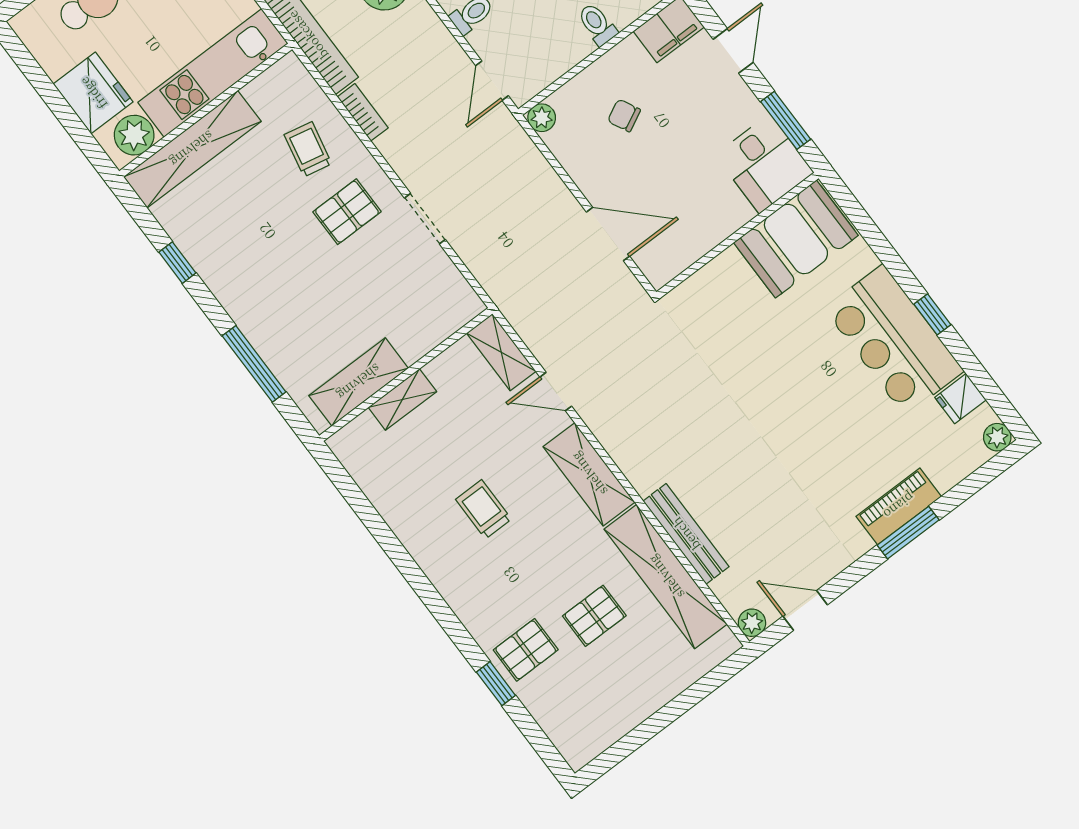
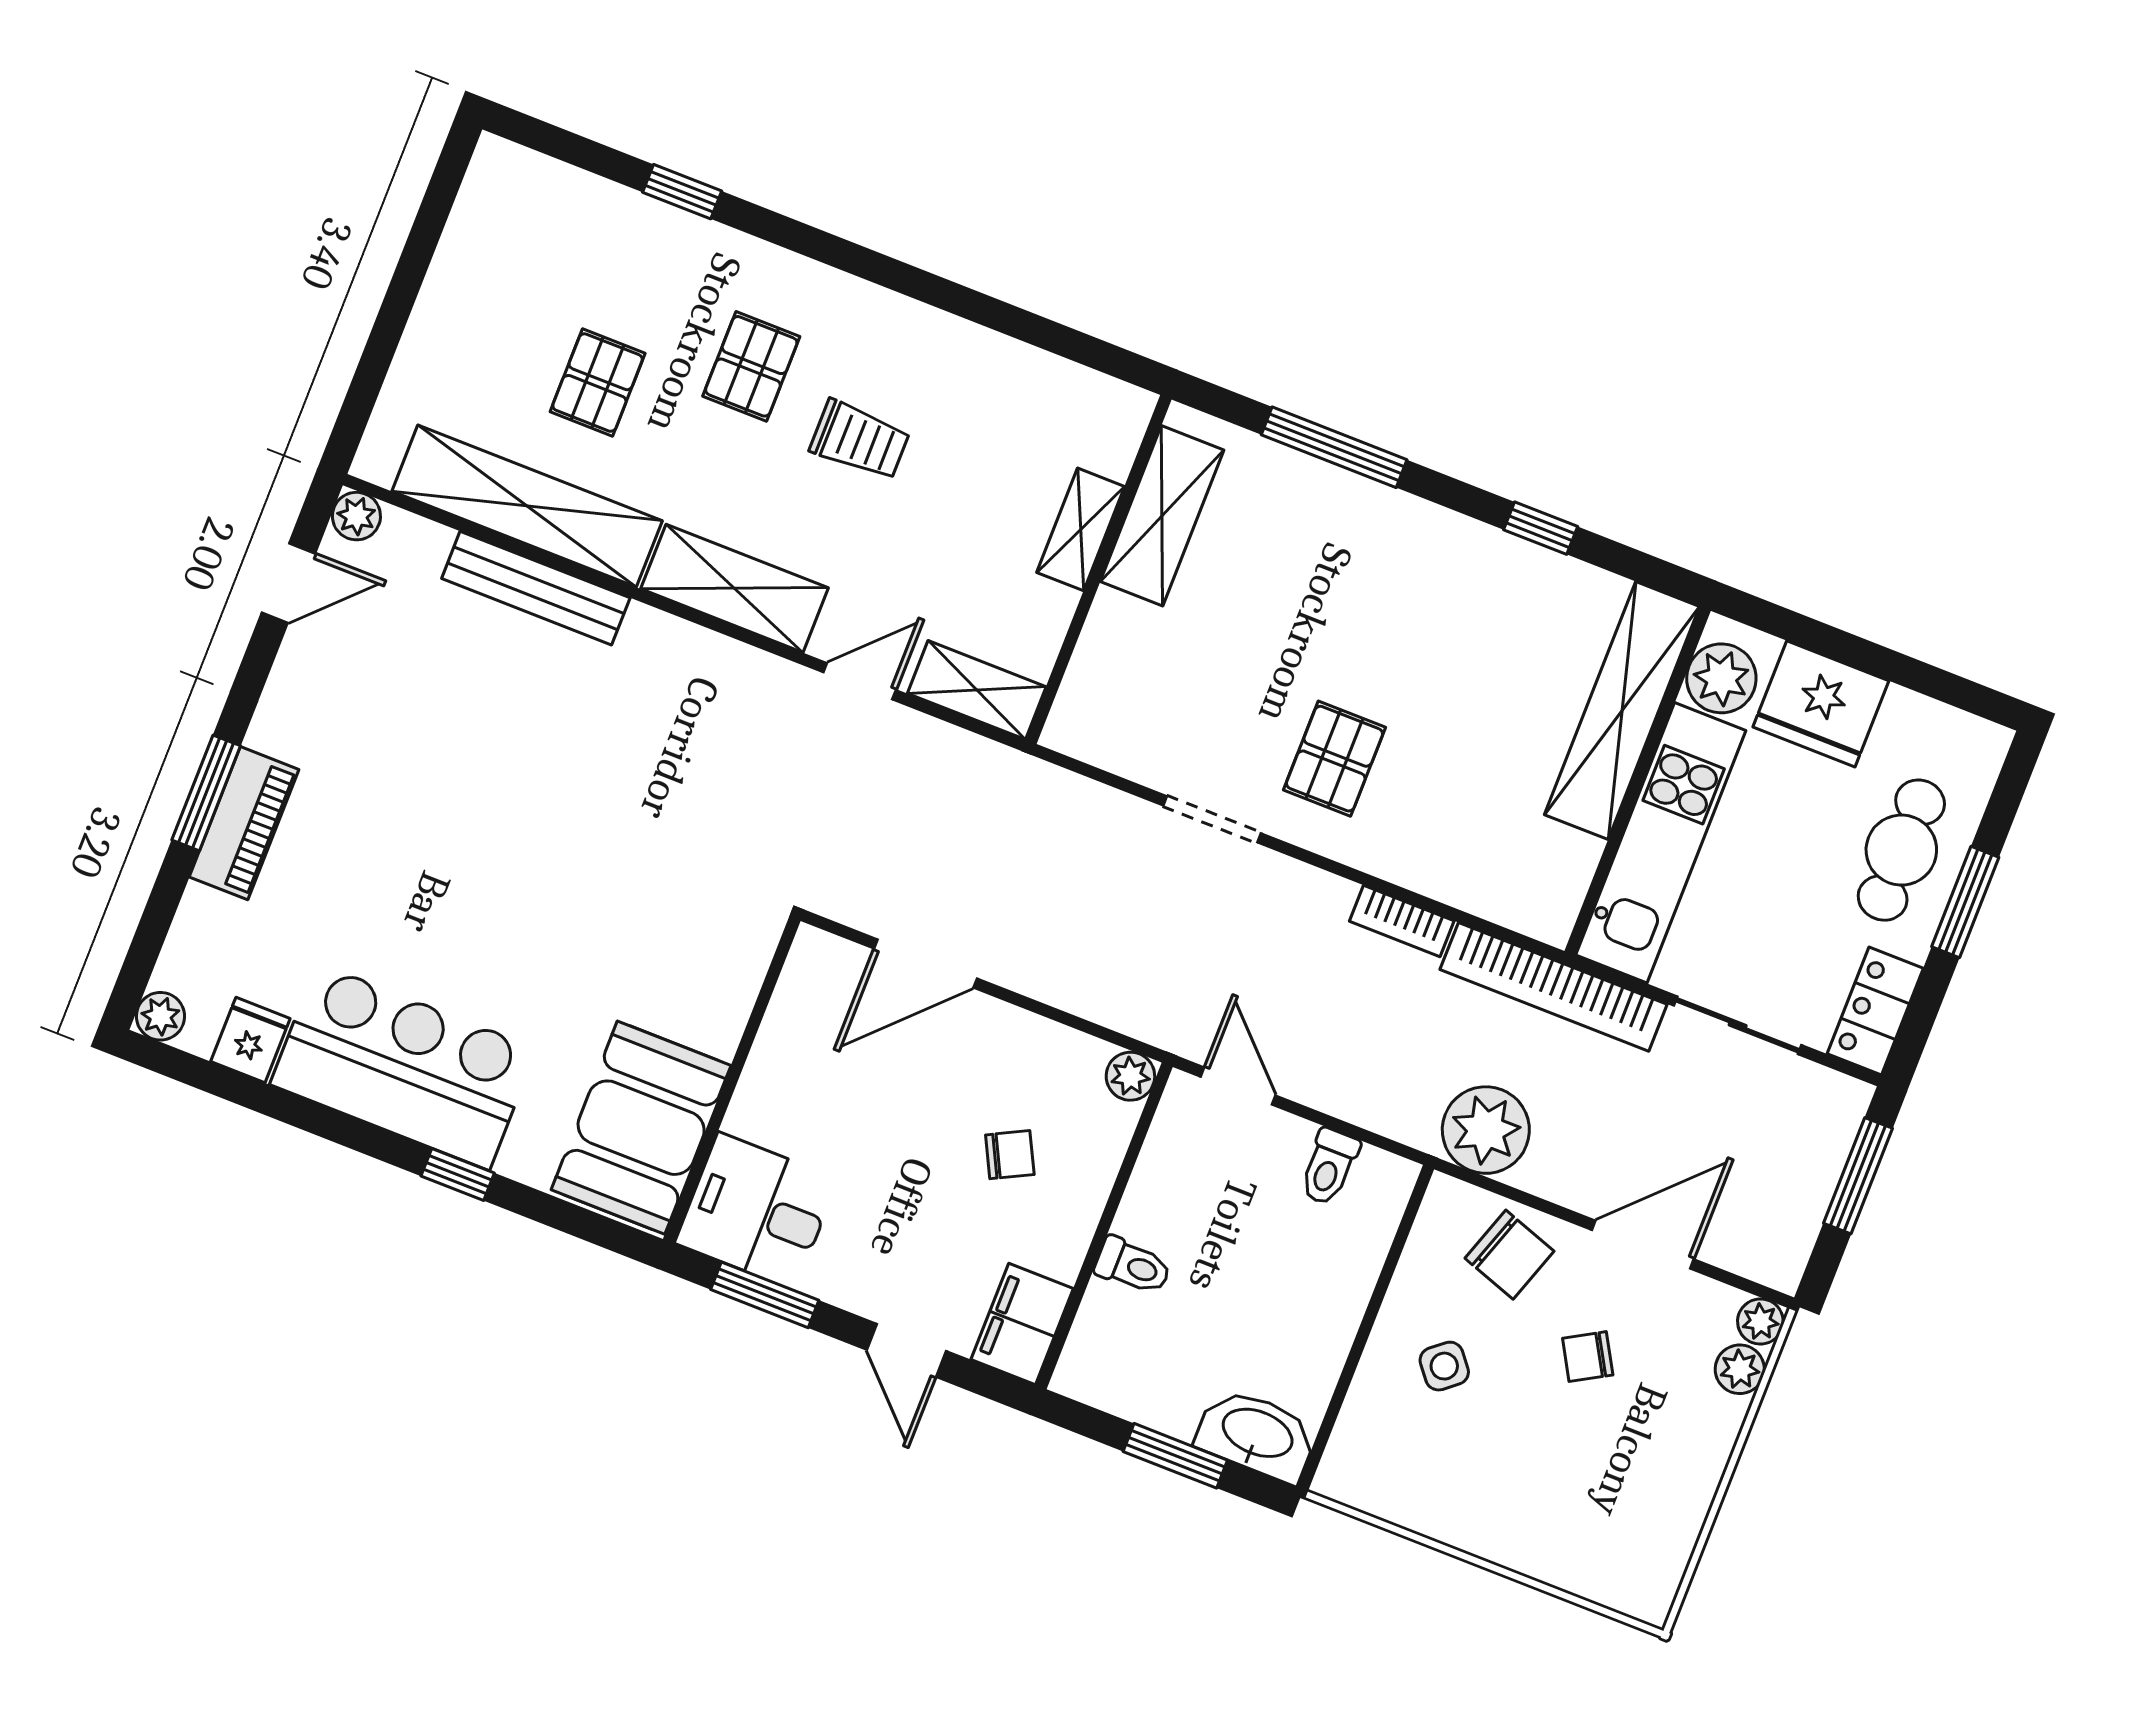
trolley: (308, 149) -> (1450, 816), removed
window: (932, 314) -> (458, 1175), moved
pallet: (526, 650) -> (751, 366), moved

